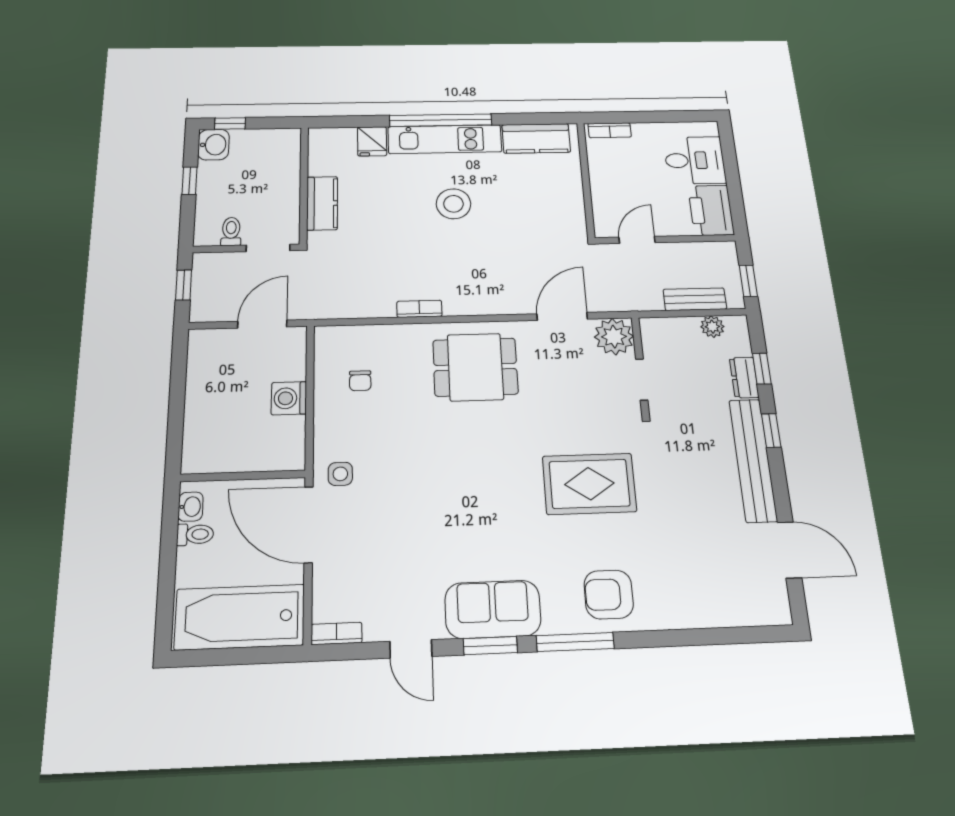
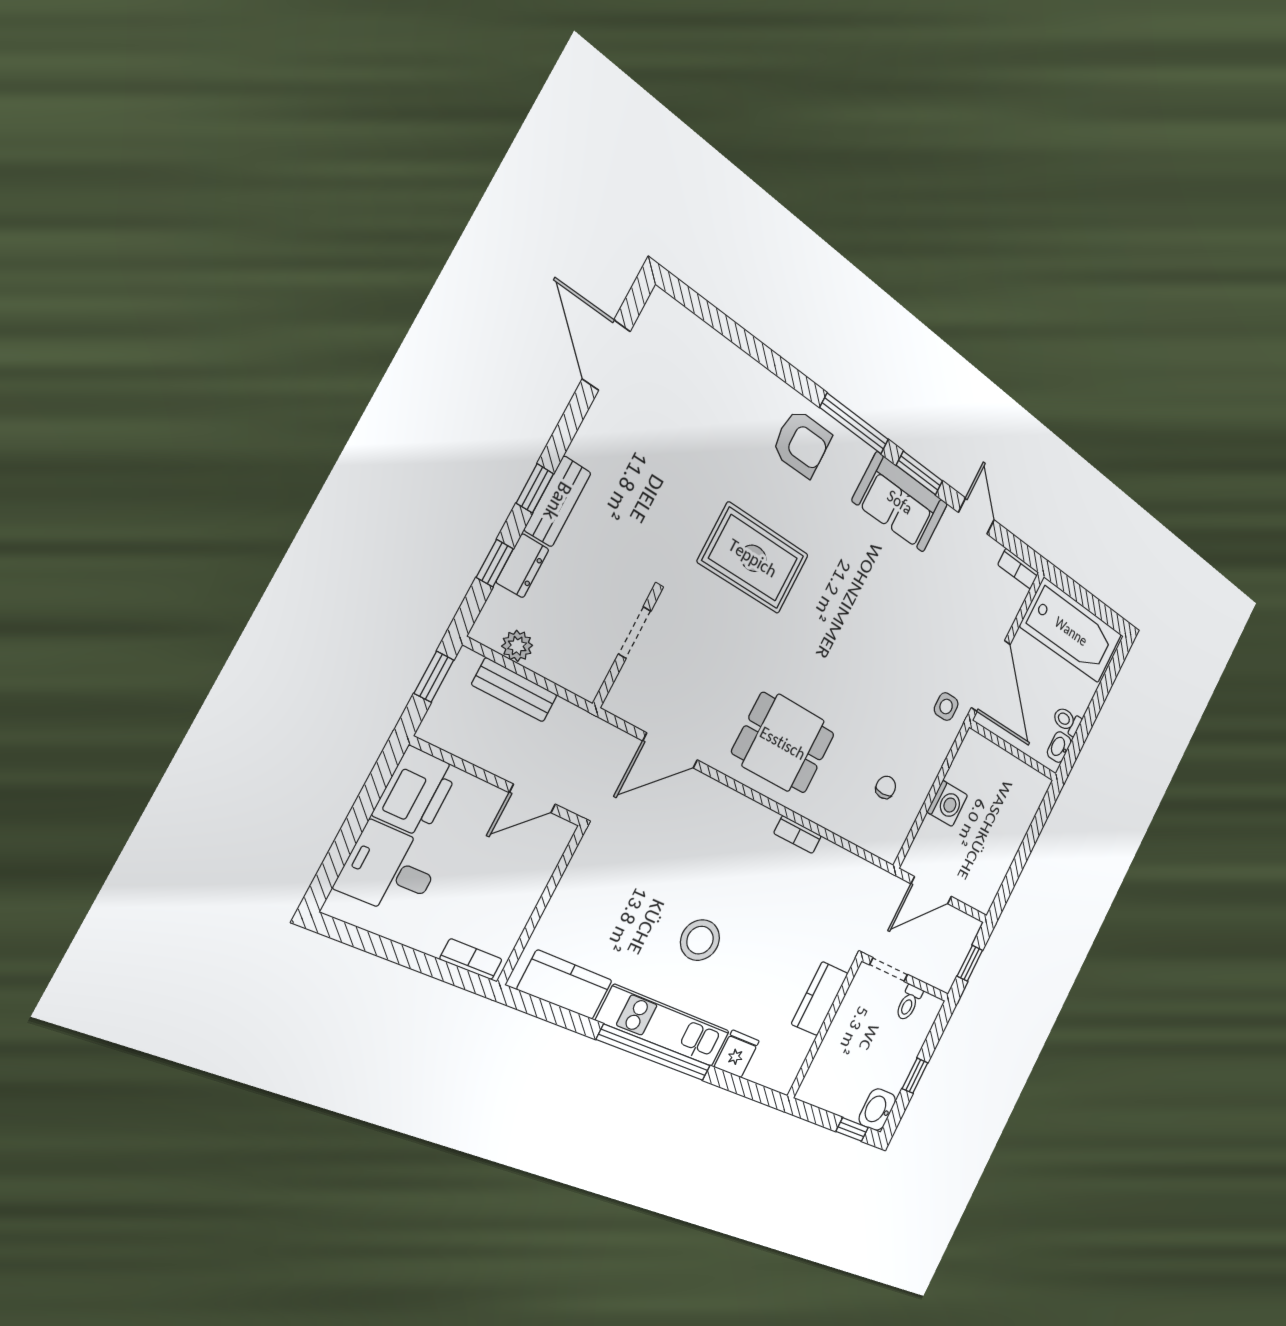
plant: (614, 337) -> (632, 697), removed
bench: (753, 460) -> (558, 501), width x0.54, depth x0.82

